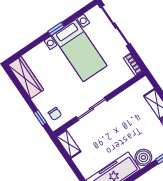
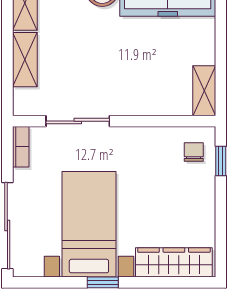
wardrobe: (26, 77) -> (174, 262), moved, turned 90
sliding door: (91, 109) -> (78, 121), moved

